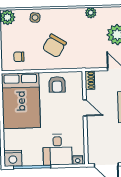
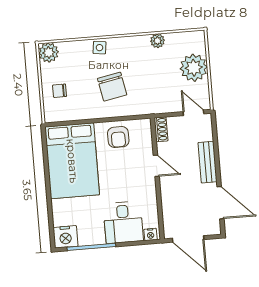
side table: (35, 18) -> (99, 48), moved
chair: (54, 46) -> (112, 87), turned -43
chair: (19, 57) -> (60, 91), moved

